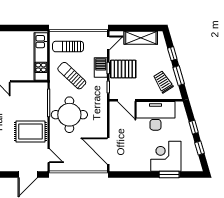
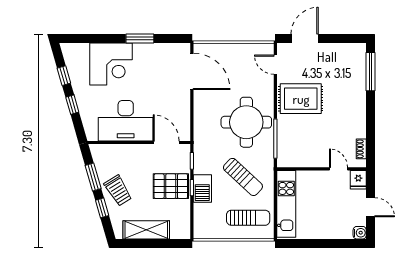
door: (108, 43) -> (192, 223), removed
trolley: (163, 82) -> (118, 191), moved
window: (169, 174) -> (140, 39), moved

